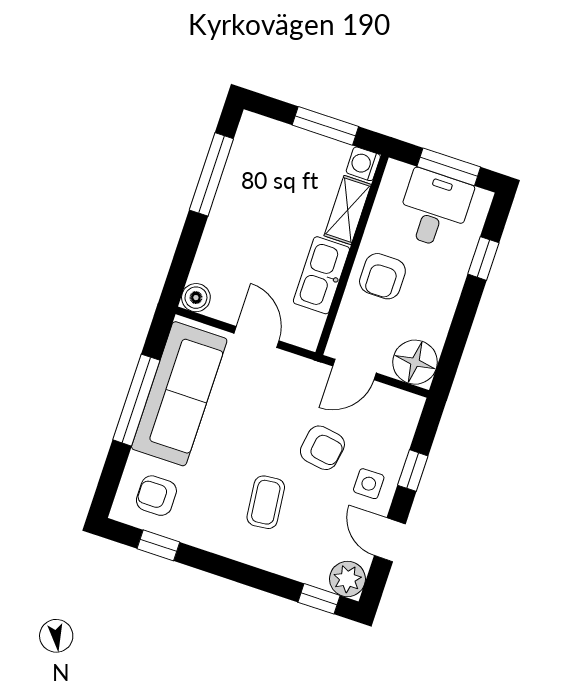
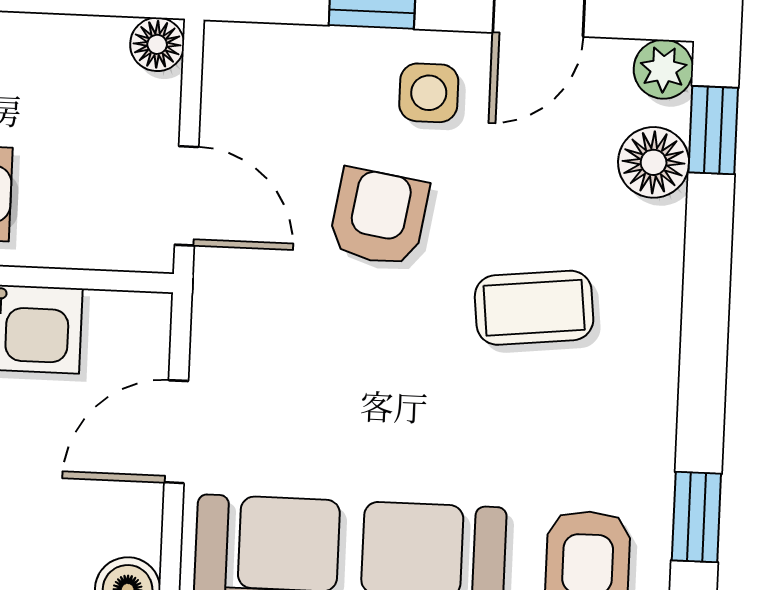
floor lamp: (415, 362) -> (157, 44), width x0.53, depth x0.53
floor lamp: (313, 570) -> (654, 162), added
plant: (347, 579) -> (663, 69), width x0.73, depth x0.73

